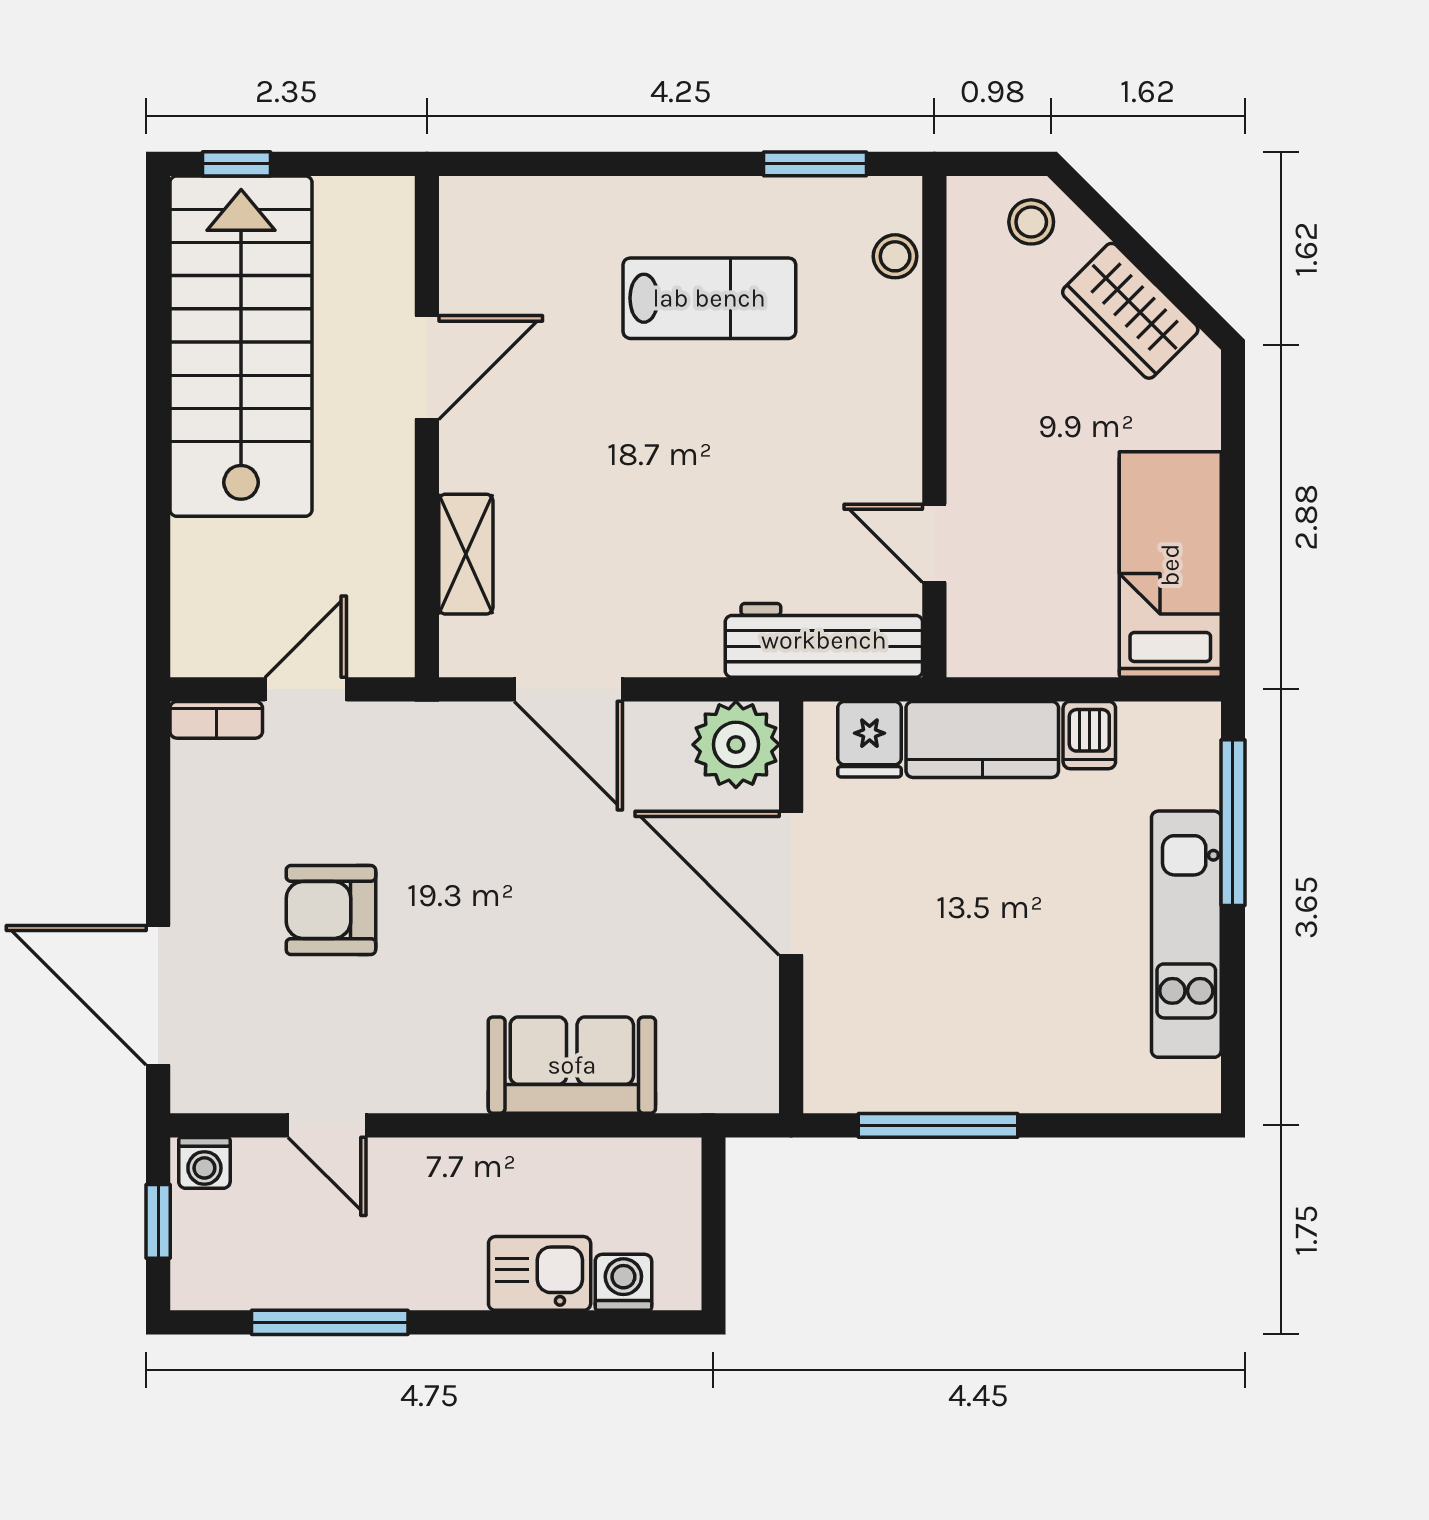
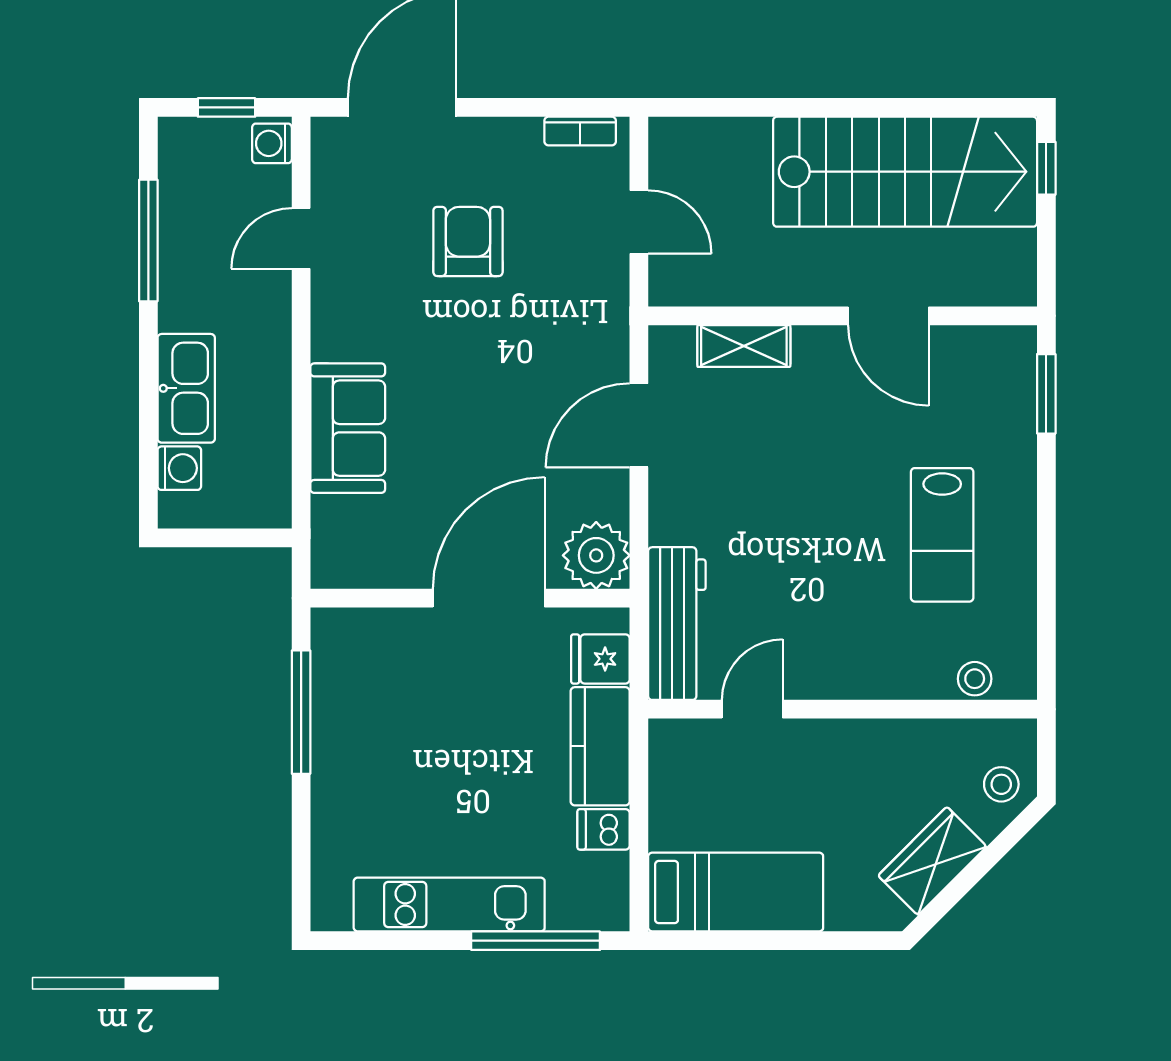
window: (815, 164) -> (1046, 394), moved
bookcase: (216, 720) -> (580, 131), moved, turned -90
kitchen sink: (540, 1273) -> (186, 388), width x1.38

